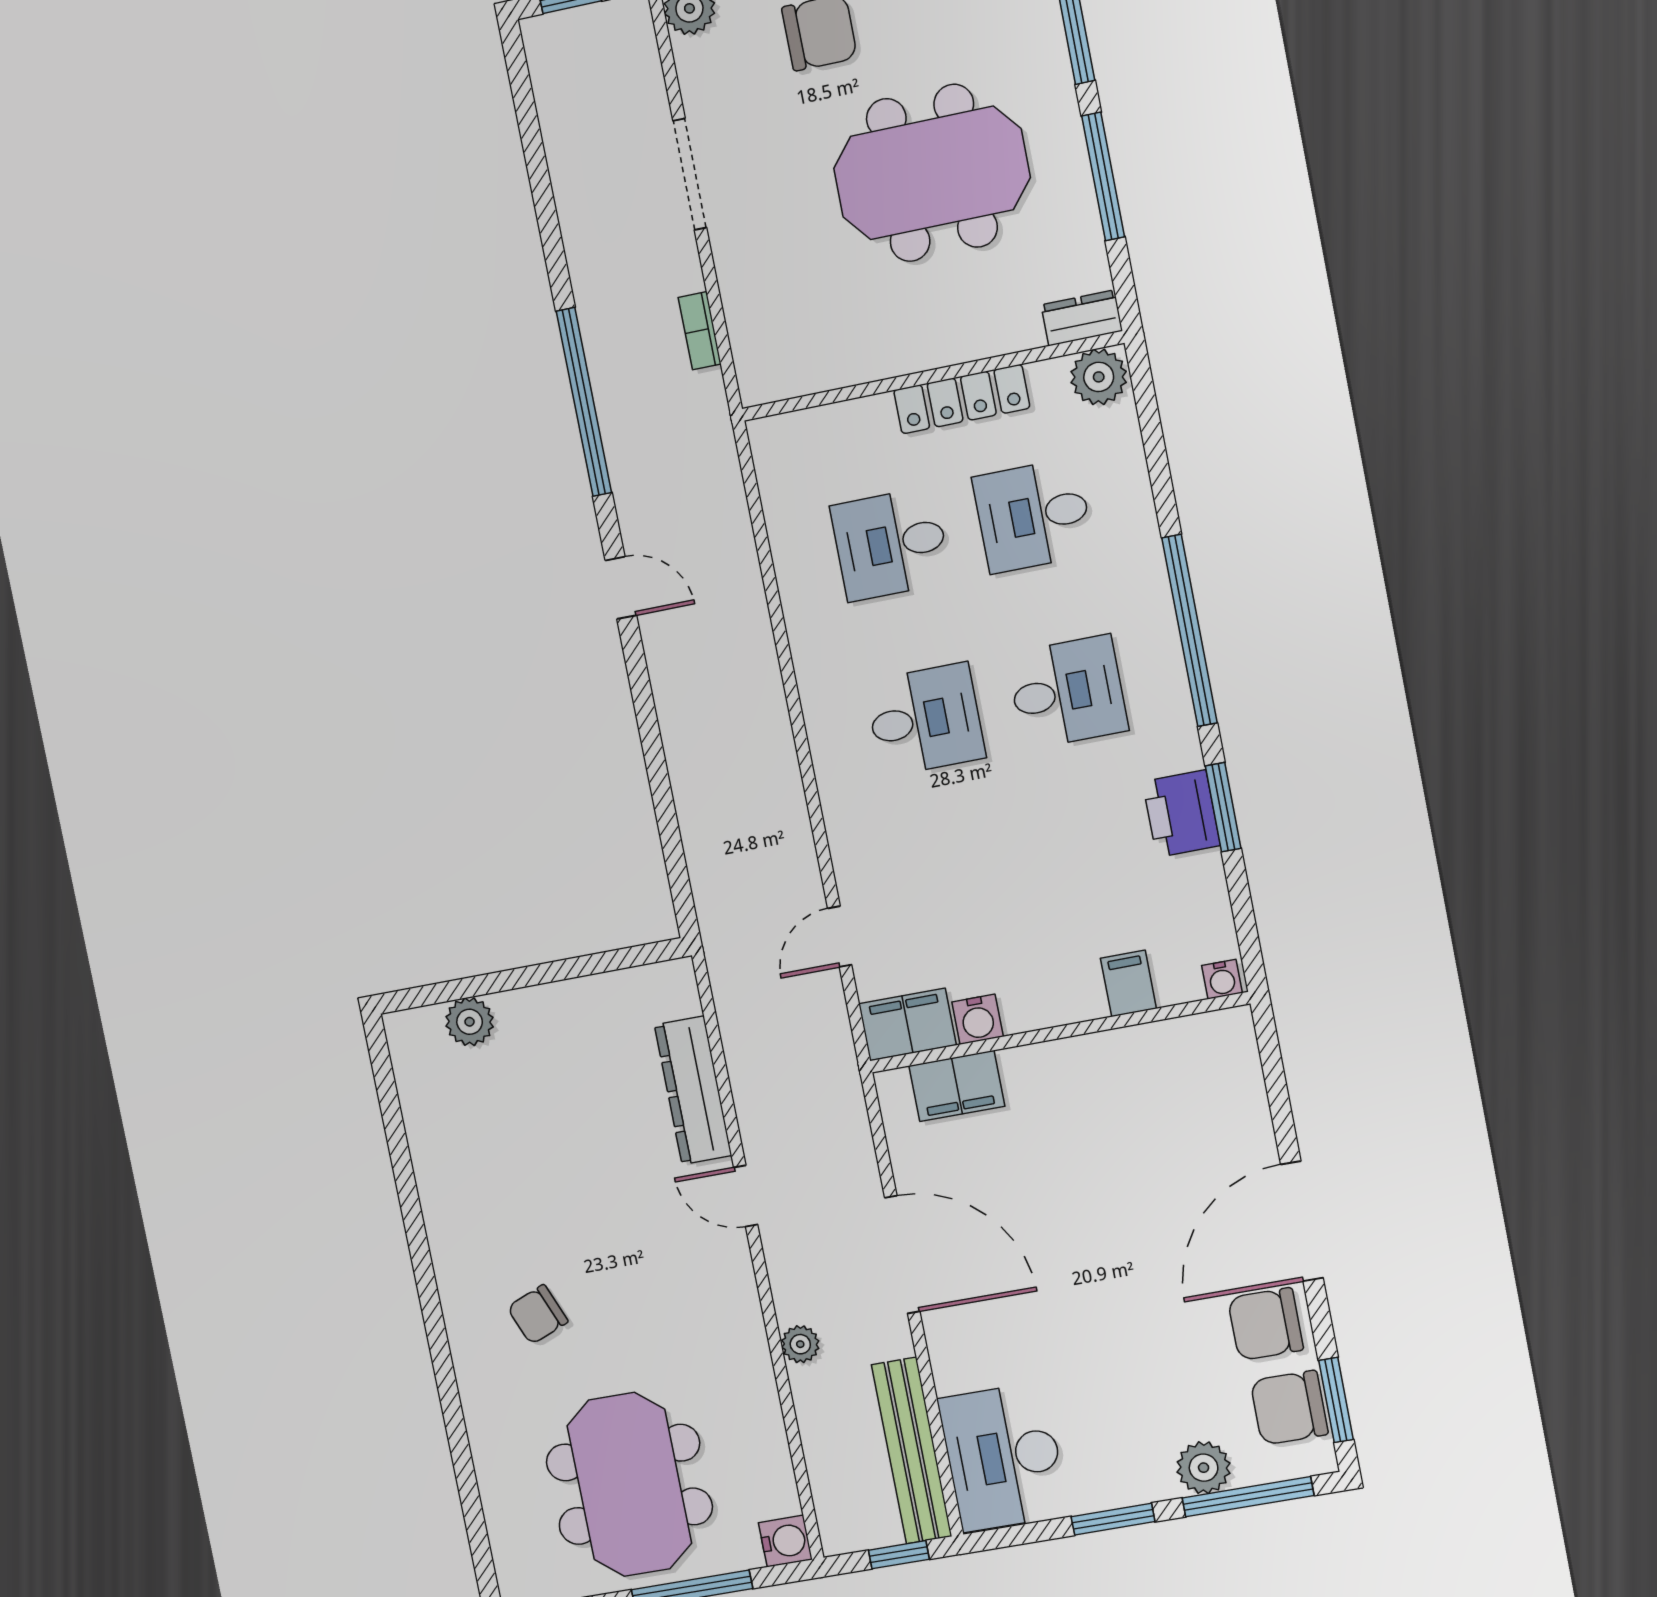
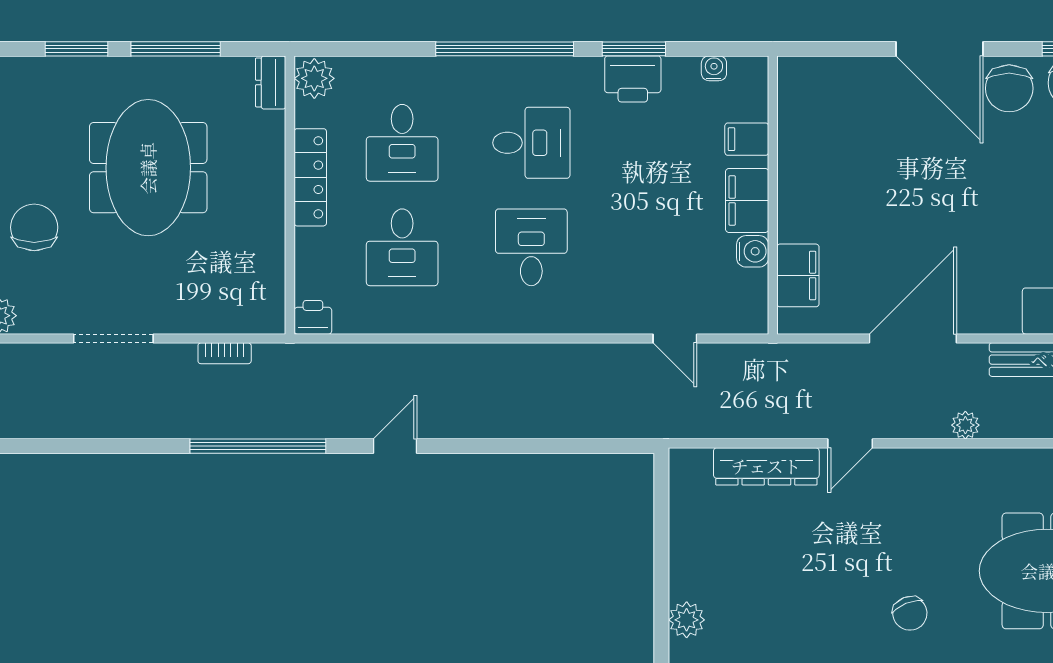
printer: (772, 441) -> (313, 317), added
desk: (1067, 692) -> (531, 143), turned 90
water cooler: (1222, 979) -> (714, 68), moved, turned -90
filing cabinet: (908, 1024) -> (747, 200), moved

